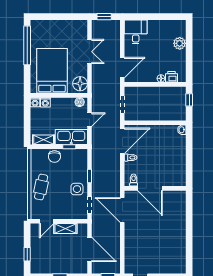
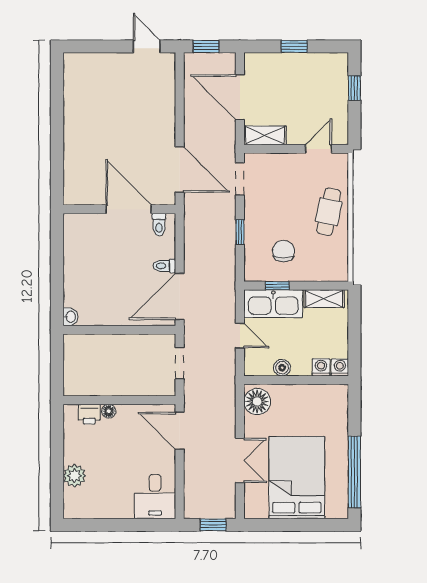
double door: (89, 52) -> (240, 460), swing flipped
door: (122, 68) -> (180, 431), hinge flipped
bed: (52, 71) -> (297, 478), moved, turned 180
window: (189, 100) -> (57, 372), removed
boiler: (80, 102) -> (282, 368), moved
door: (89, 120) -> (240, 336), swing flipped
chair: (54, 157) -> (283, 251), moved
side table: (77, 189) -> (263, 208), removed
shelving: (65, 229) -> (265, 135), moved

